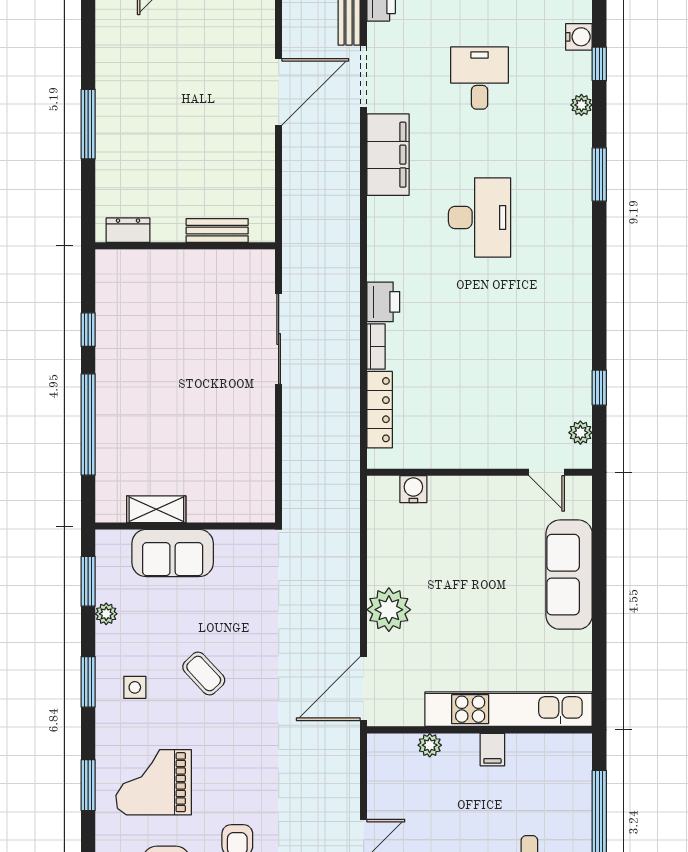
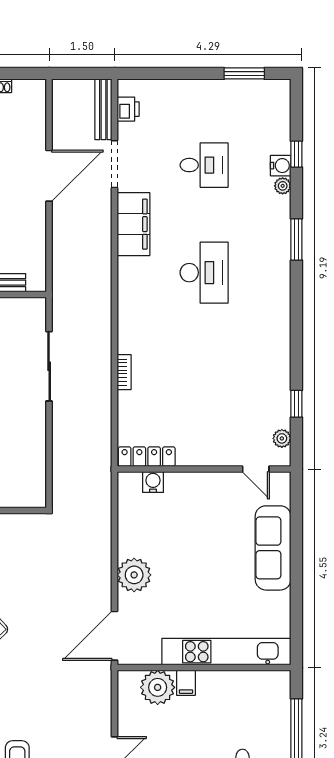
water cooler: (579, 37) -> (281, 166), moved
desk: (480, 78) -> (204, 165), turned 90
printer: (383, 302) -> (130, 338), removed
locker: (380, 410) -> (147, 457), moved, turned -90
plant: (430, 745) -> (158, 687), width x1.88, depth x1.88
filing cabinet: (492, 750) -> (186, 683), moved

